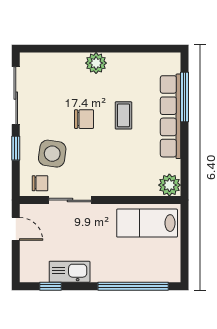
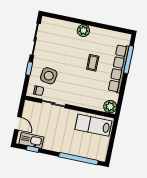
chair: (84, 119) -> (70, 60), removed
door: (16, 229) -> (18, 123), moved
kitchen sink: (70, 272) -> (31, 140), moved

